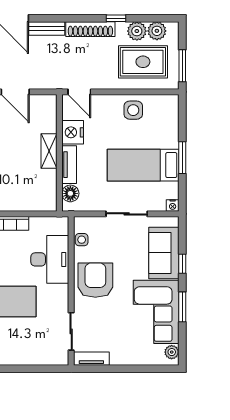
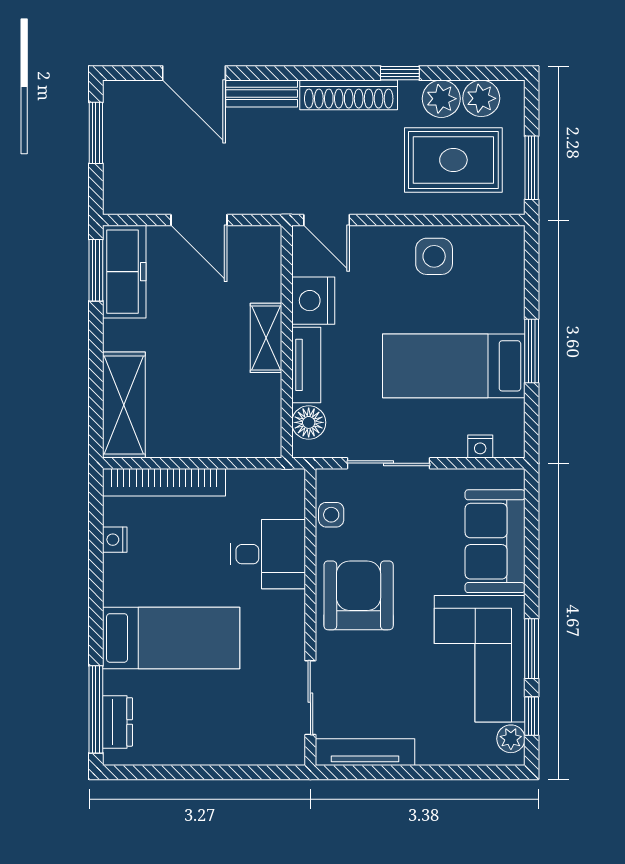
nightstand: (173, 205) -> (480, 446), moved
sliding door: (127, 214) -> (389, 463), moved
desk: (50, 259) -> (268, 554), width x0.73
window: (182, 264) -> (532, 716), moved
tv unit: (91, 359) -> (365, 752), width x1.41

